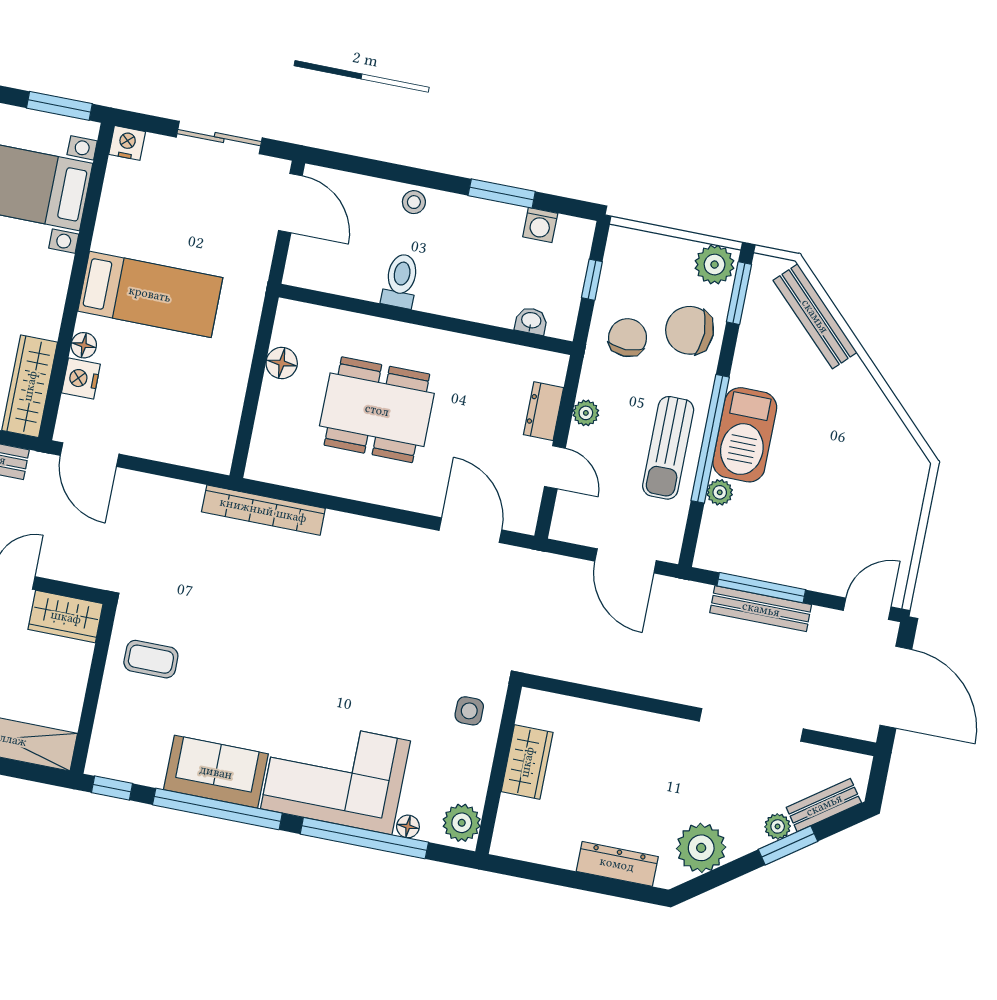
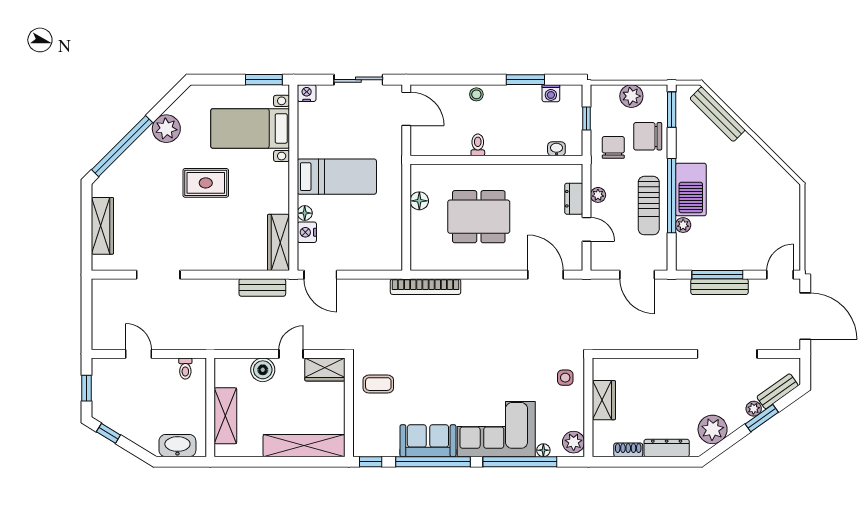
plant: (715, 265) -> (631, 96), moved
toilet: (401, 281) -> (478, 145), width x0.73, depth x0.72
shoe rack: (552, 854) -> (628, 450), added

